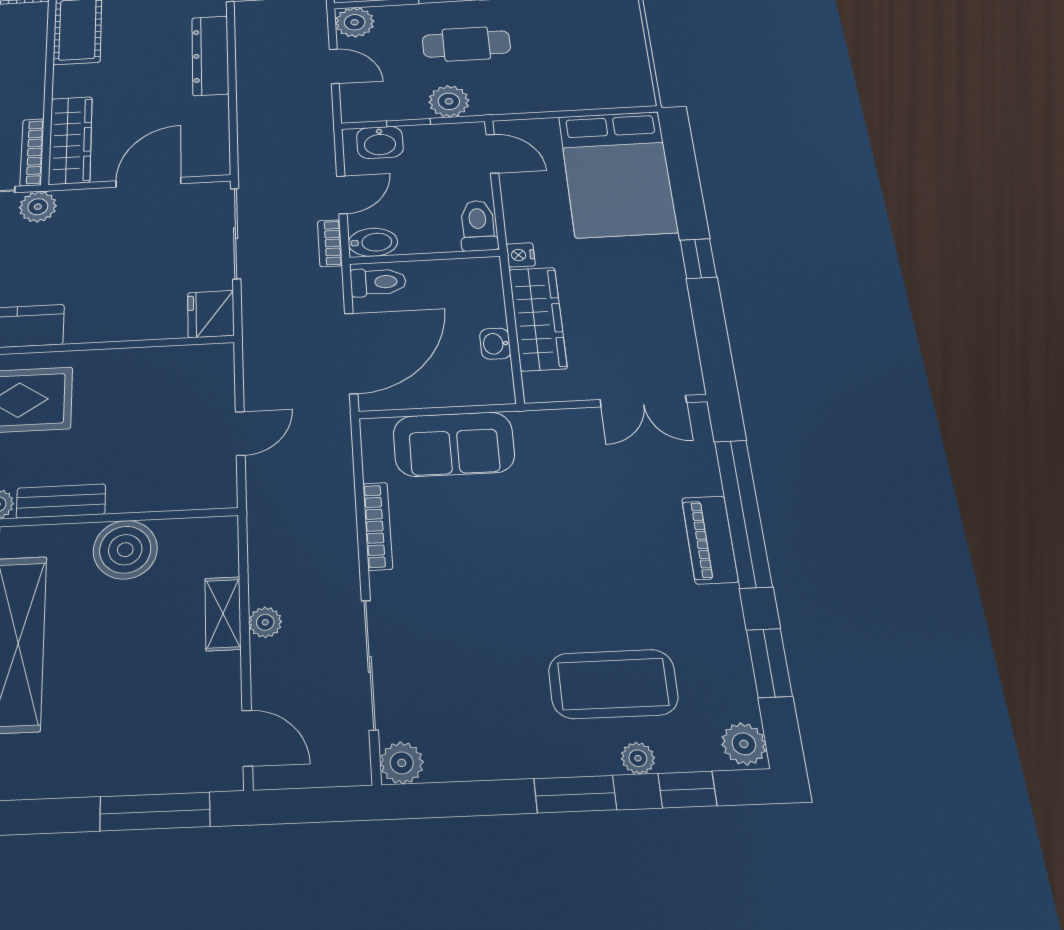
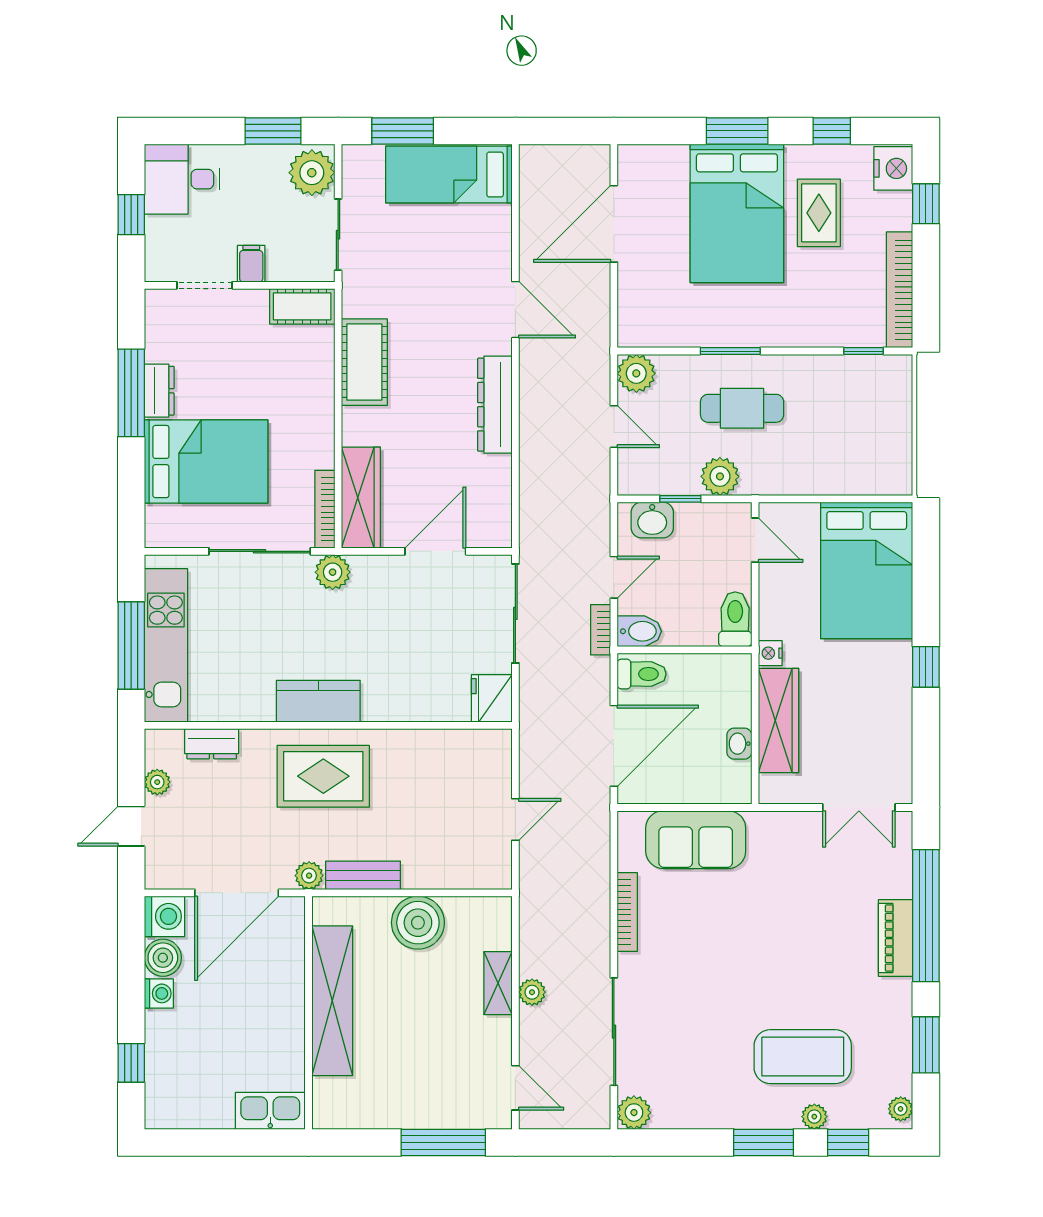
plant: (744, 744) -> (901, 1109), width x0.73, depth x0.73

